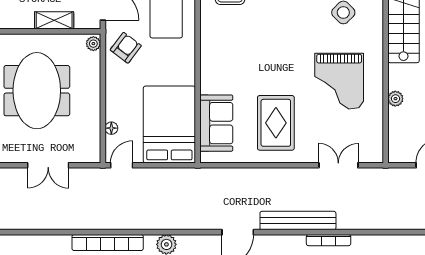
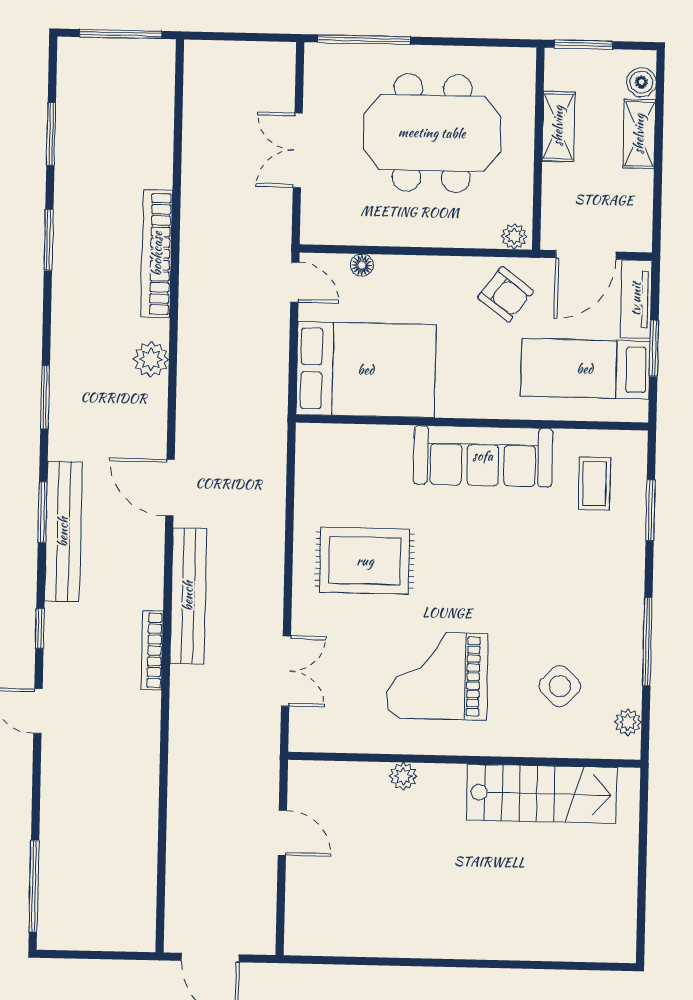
shelving: (54, 20) -> (558, 126), moved
sofa: (216, 123) -> (483, 456), moved, width x1.36

